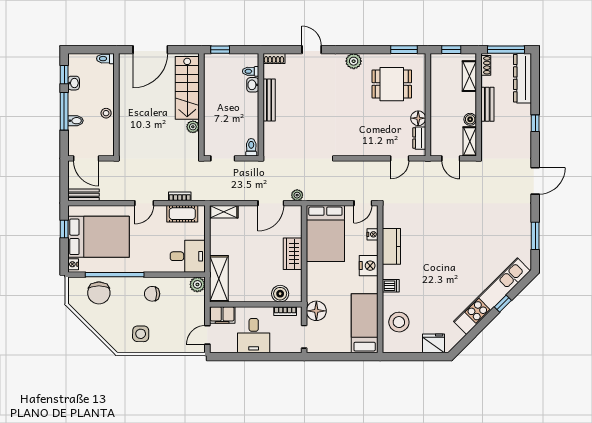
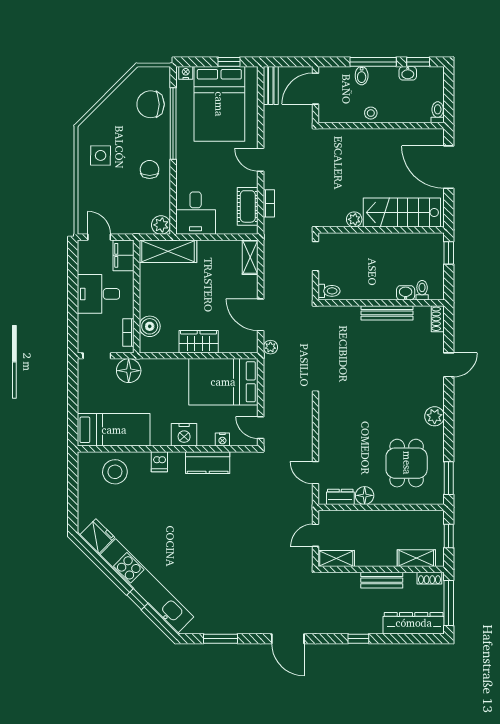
boiler: (470, 119) -> (363, 559), removed
fridge: (433, 343) -> (97, 536), moved, turned -45

